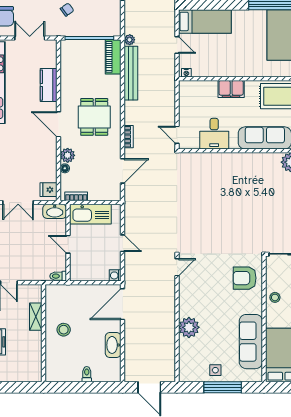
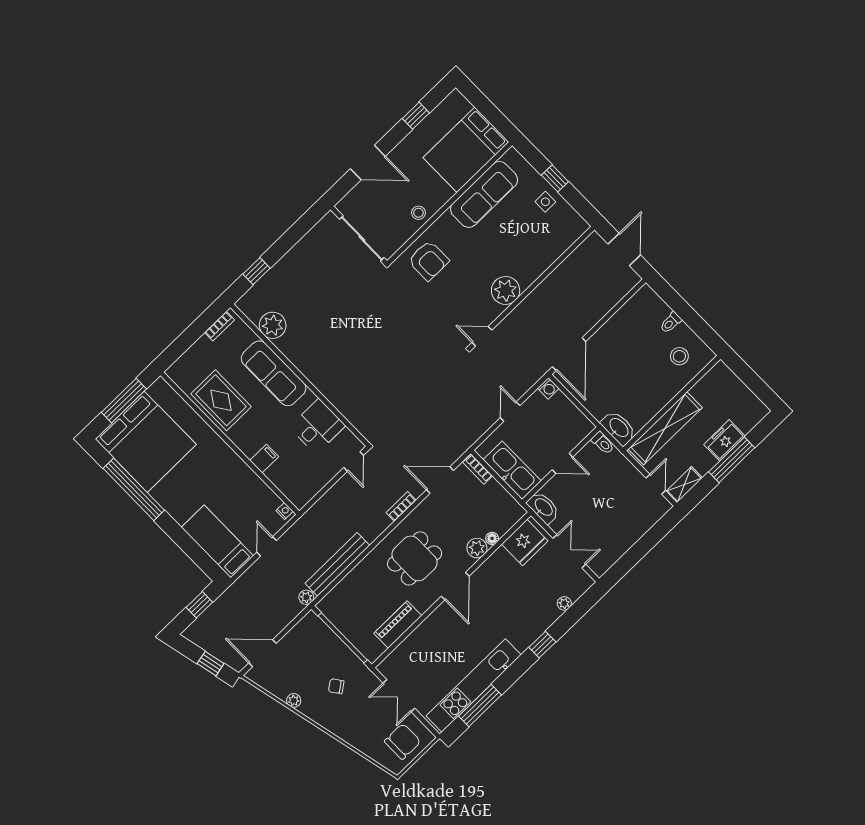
piano: (113, 57) -> (398, 624), moved, turned 180
kitchen counter: (49, 85) -> (427, 633), removed
filing cabinet: (231, 89) -> (264, 459), width x0.50
fridge: (49, 190) -> (525, 543), width x1.88, depth x1.34
bookcase: (76, 196) -> (478, 469), moved
door: (68, 244) -> (563, 463), hinge flipped
door: (123, 304) -> (569, 354), hinge flipped
shelving: (36, 317) -> (665, 428), width x2.20, depth x1.33
plant: (189, 327) -> (506, 290), moved
stool: (64, 330) -> (679, 356), moved
washbasin: (113, 345) -> (619, 428), moved, turned -90
window: (223, 387) -> (555, 178), width x0.46

